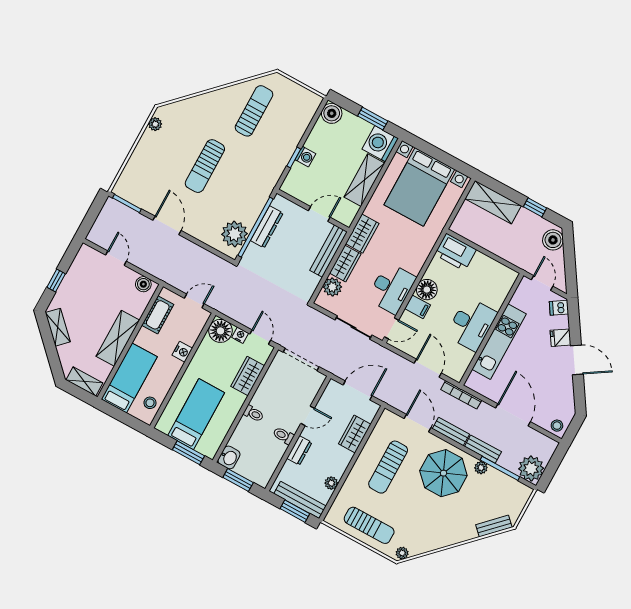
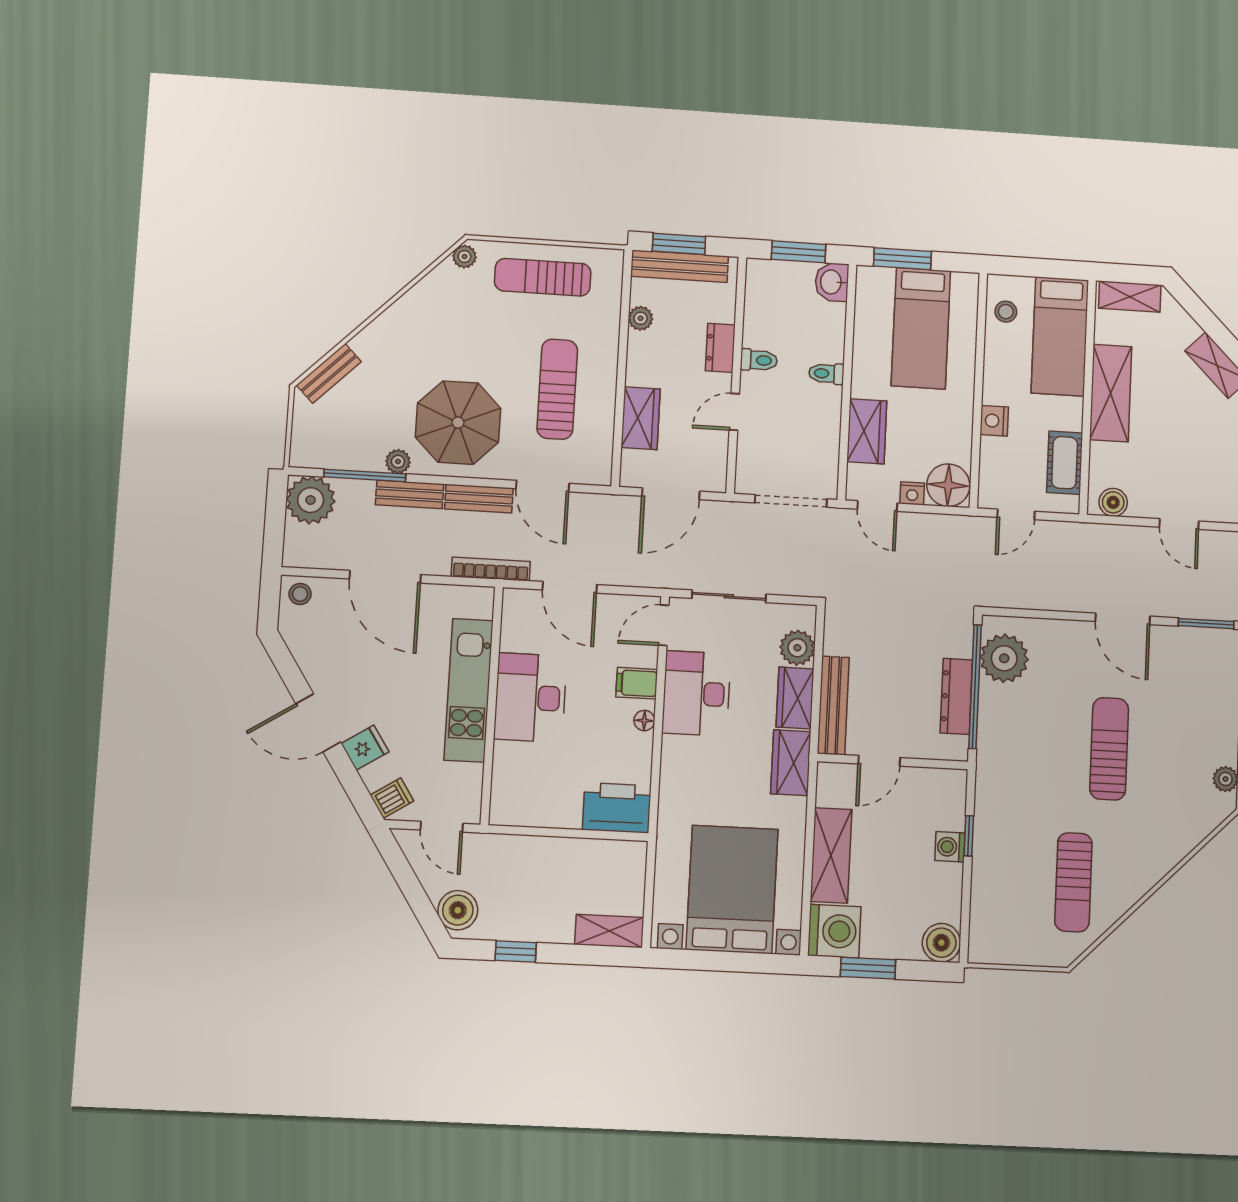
shelving: (493, 202) -> (609, 931), width x0.67, depth x0.75
floor lamp: (427, 290) -> (644, 721), width x0.53, depth x0.53

